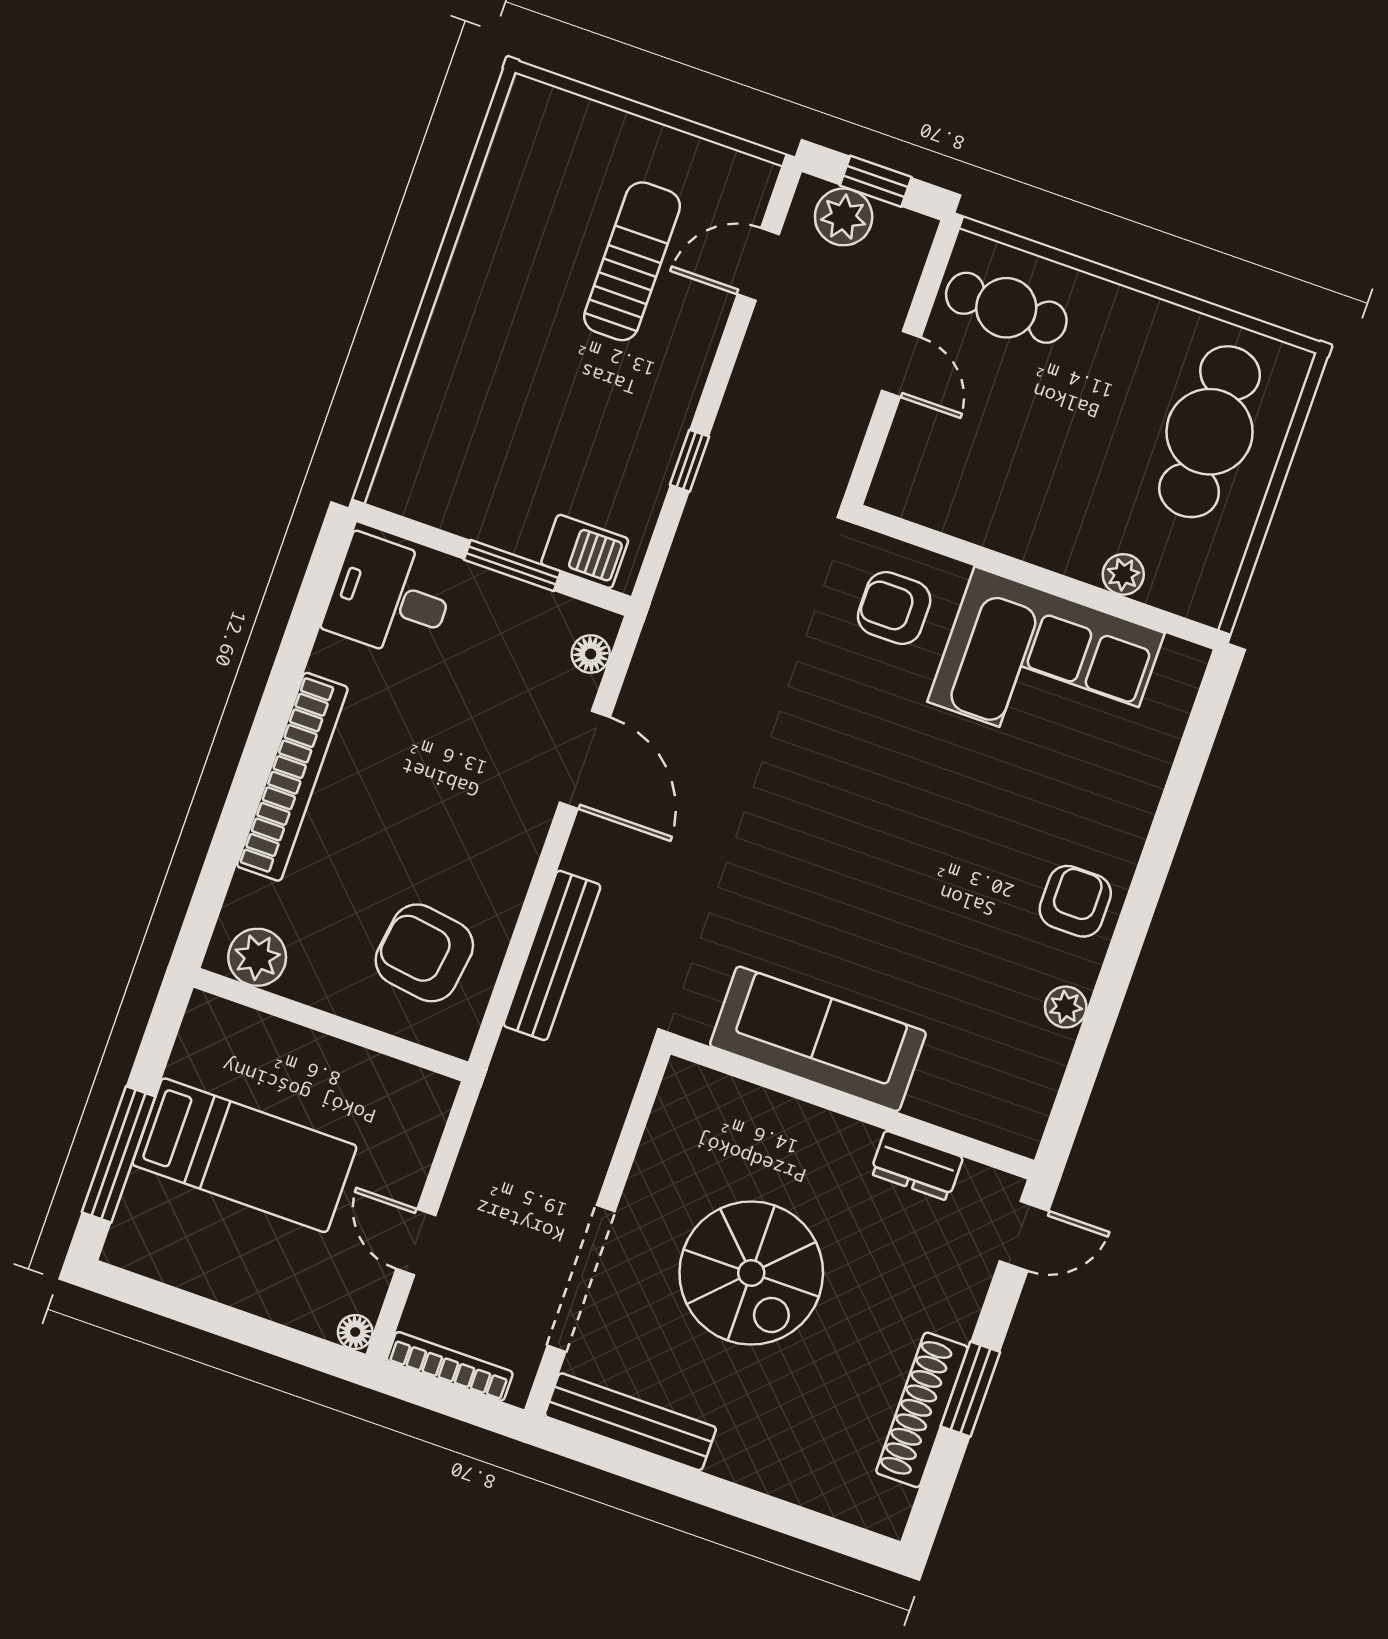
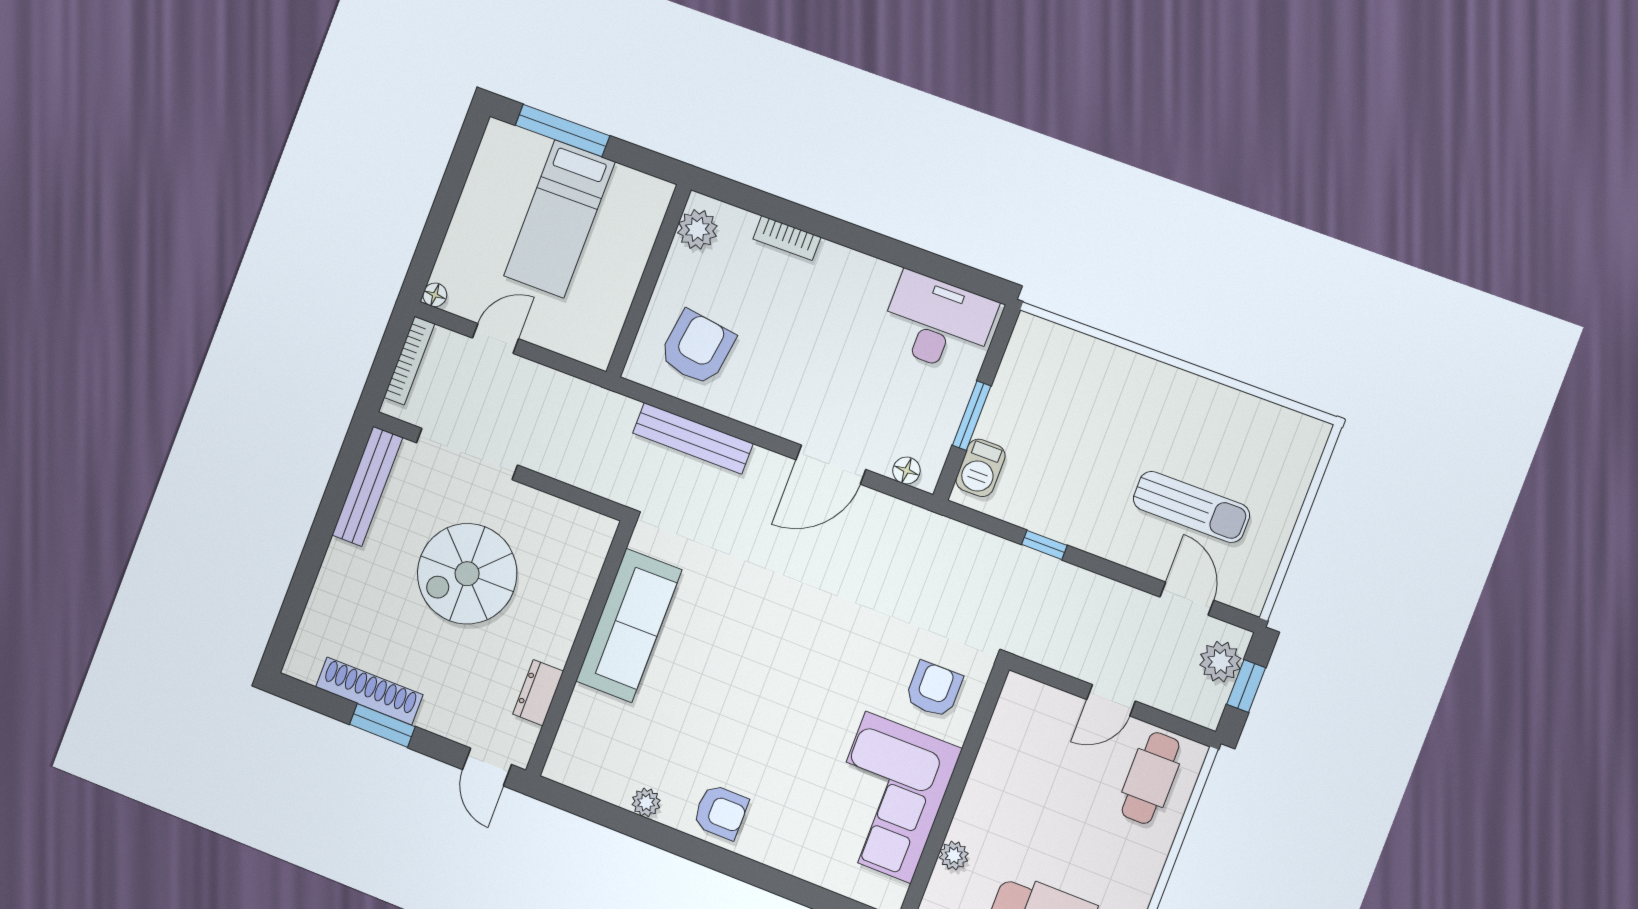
desk: (390, 597) -> (938, 323), width x1.37
bookcase: (292, 777) -> (787, 238), width x0.43, depth x0.76

